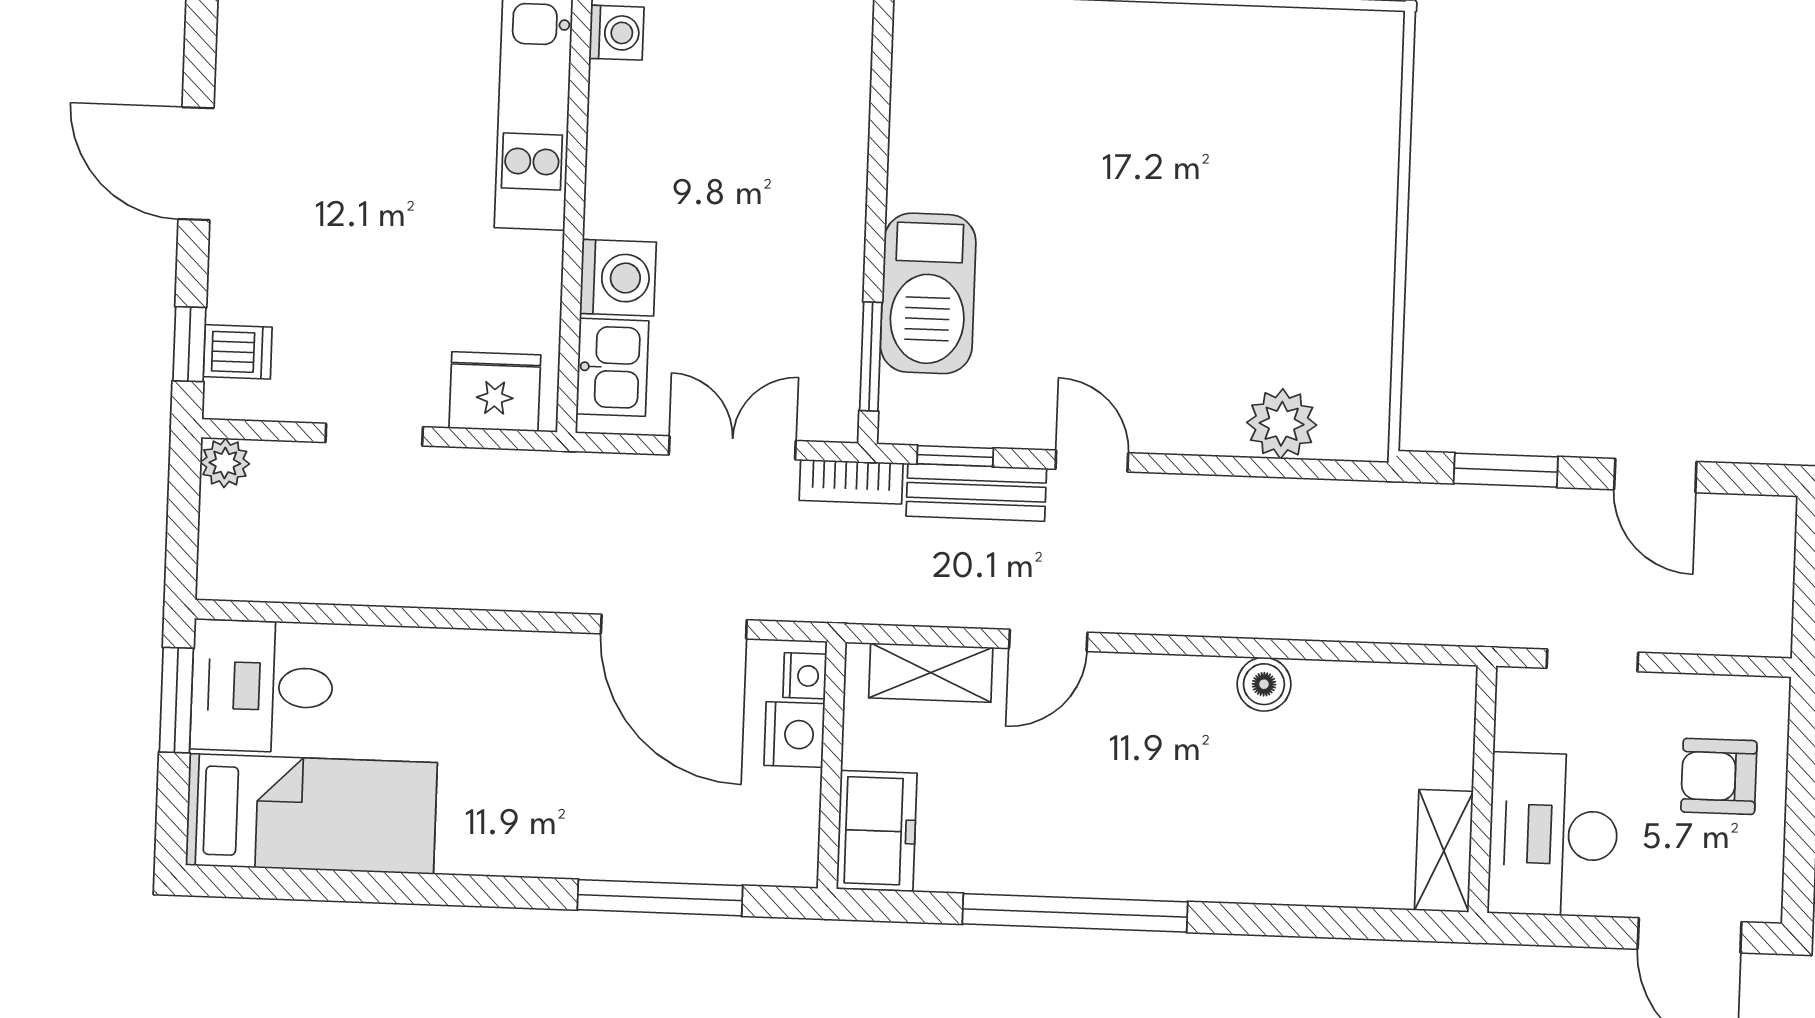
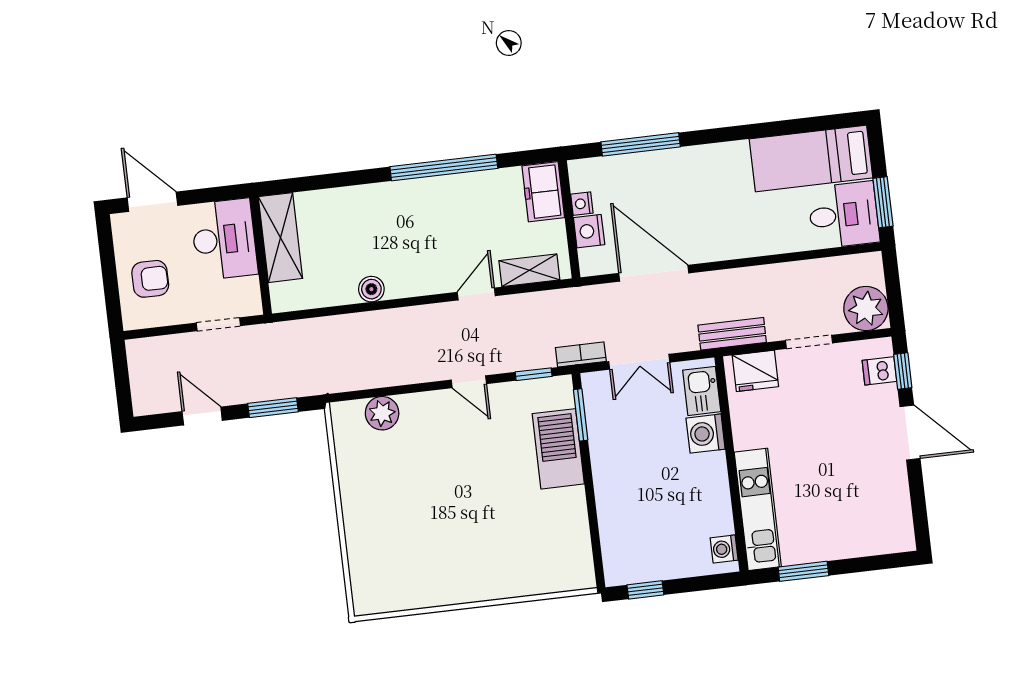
door: (196, 164) -> (910, 433), moved
plant: (225, 463) -> (866, 309), width x1.88, depth x1.88
bench: (976, 492) -> (732, 334), moved
nightstand: (805, 676) -> (582, 204), moved
shelving: (1444, 851) -> (280, 238), width x1.50, depth x1.33

